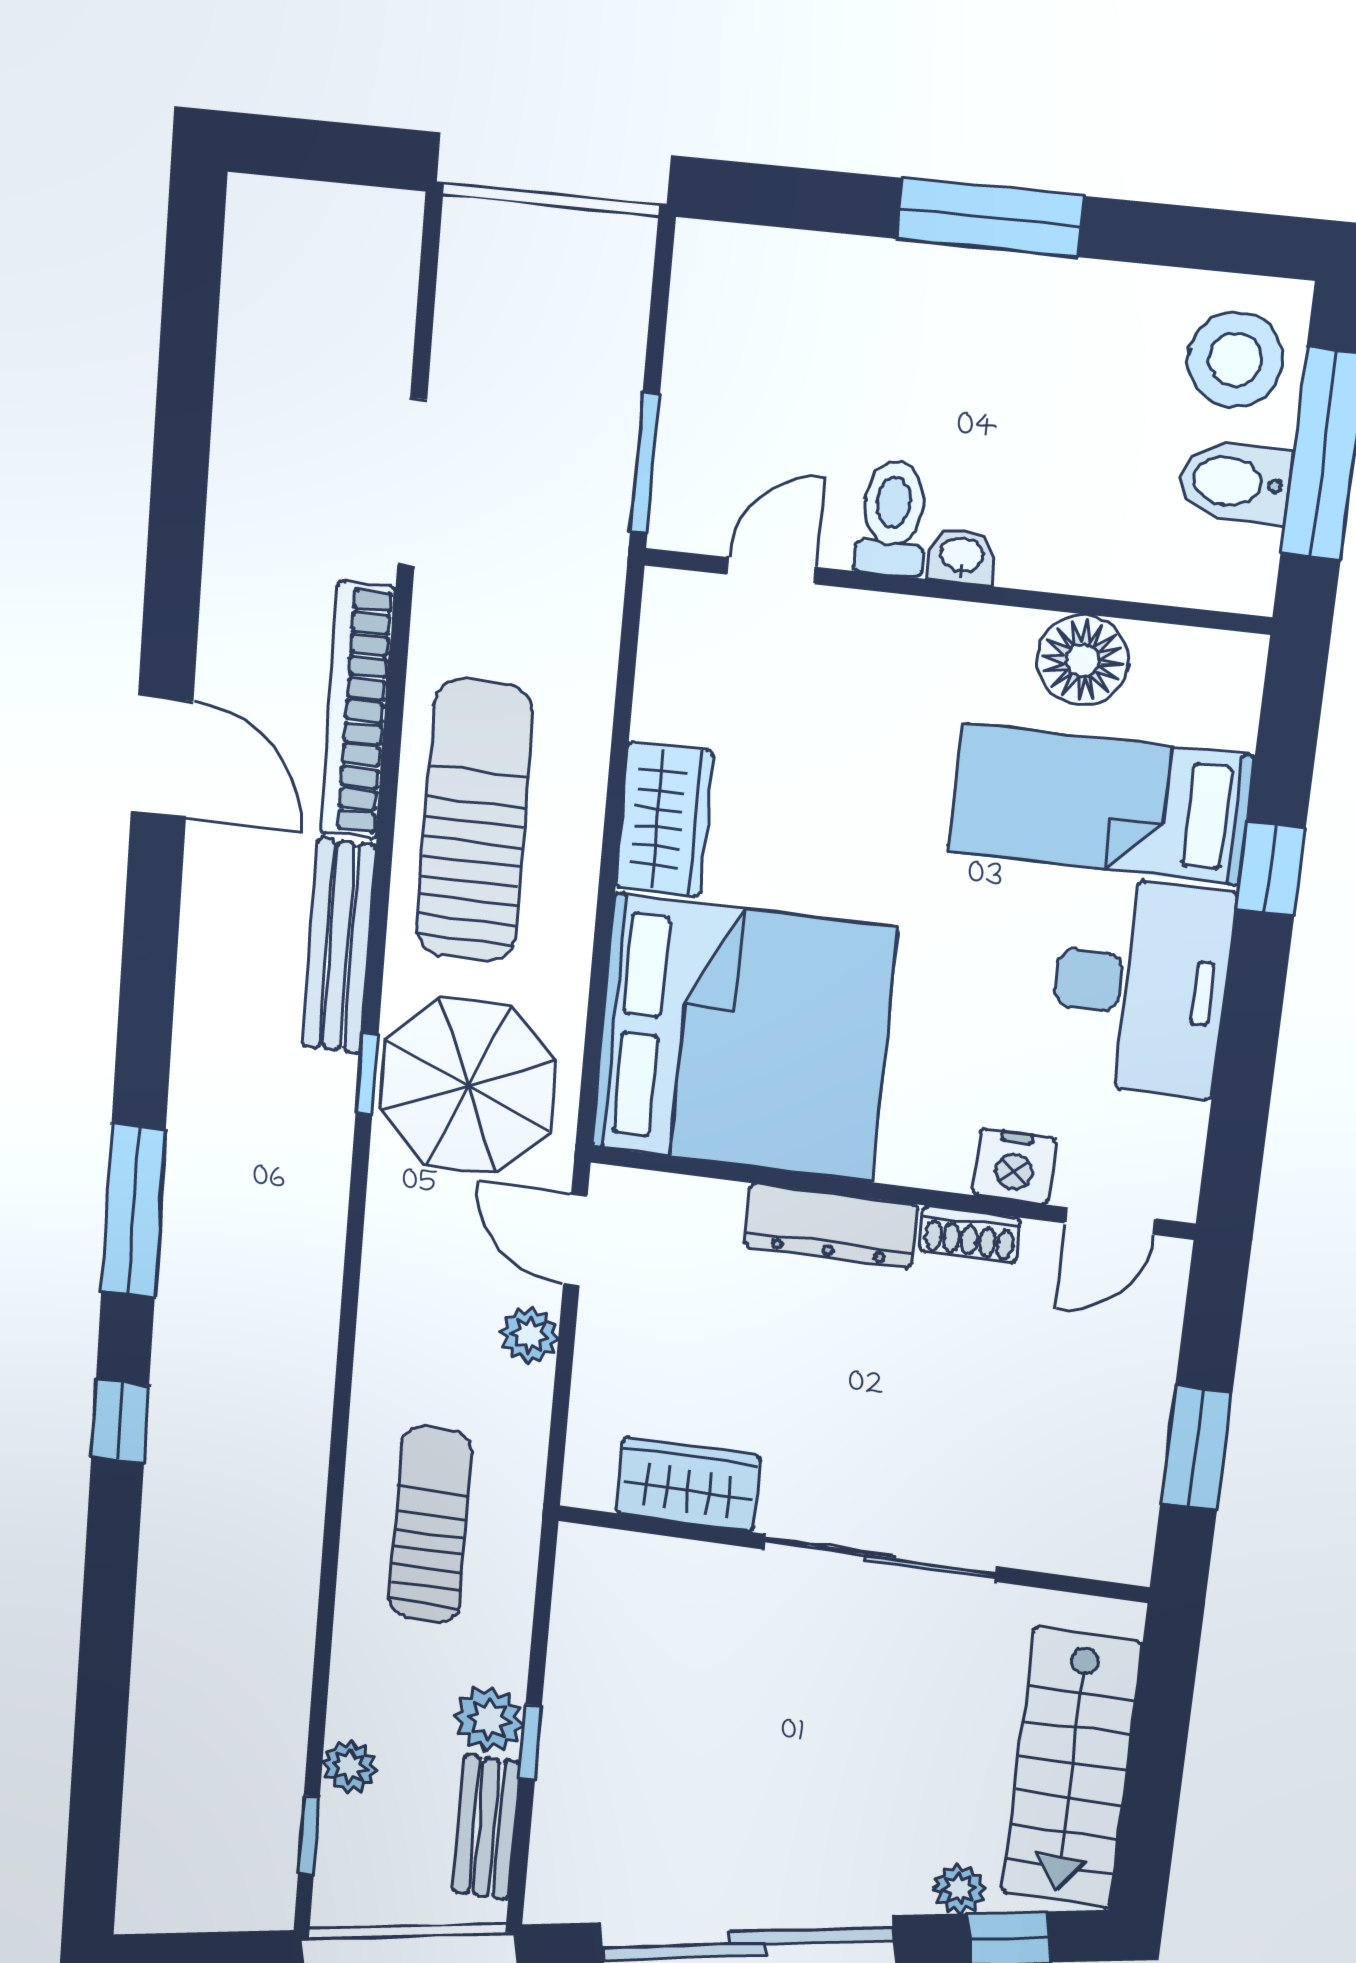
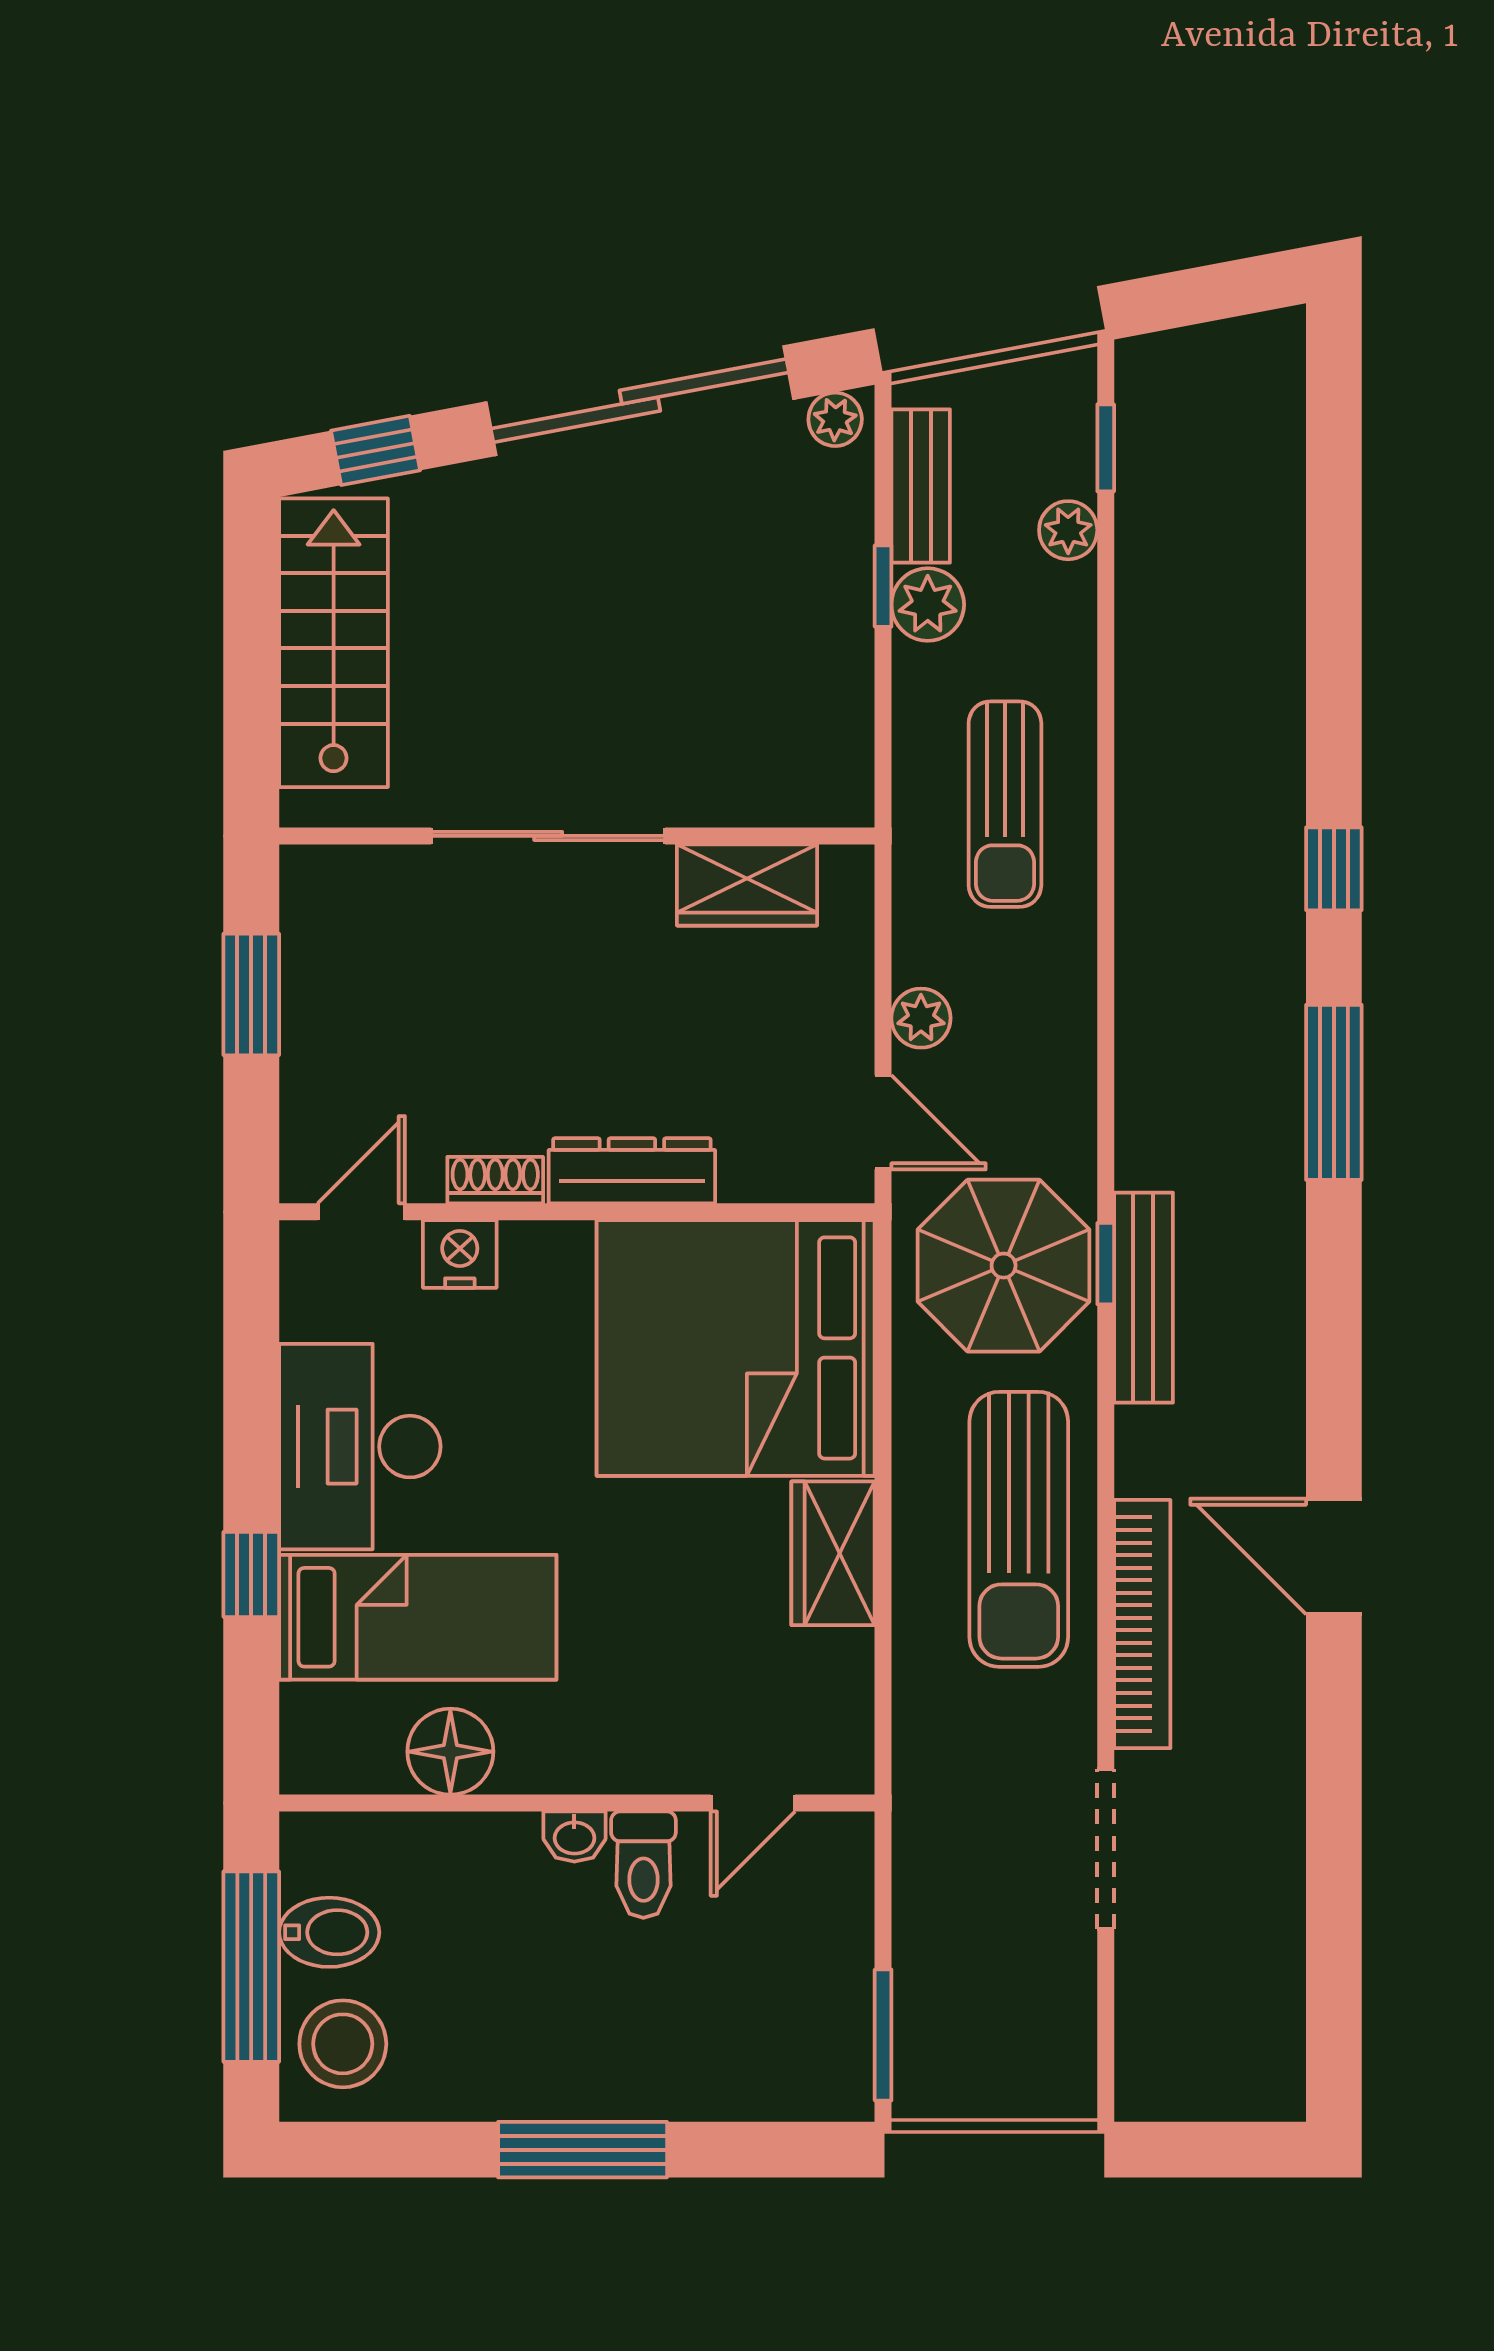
window: (645, 463) -> (883, 2035), moved
bench: (339, 946) -> (1143, 1298), moved
plant: (959, 1889) -> (835, 419), moved

